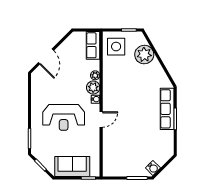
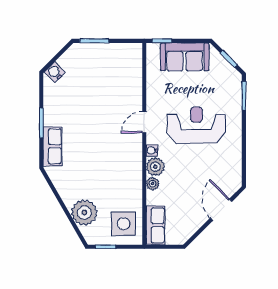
row of seats: (167, 109) -> (53, 146), width x0.68
water cooler: (153, 168) -> (55, 72), moved

